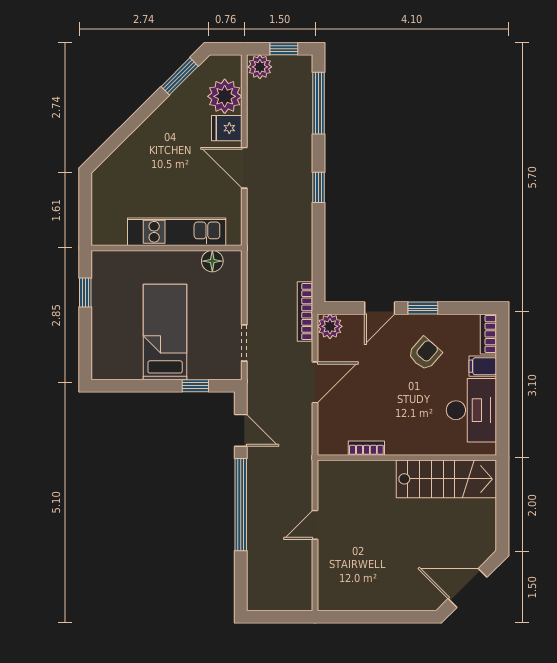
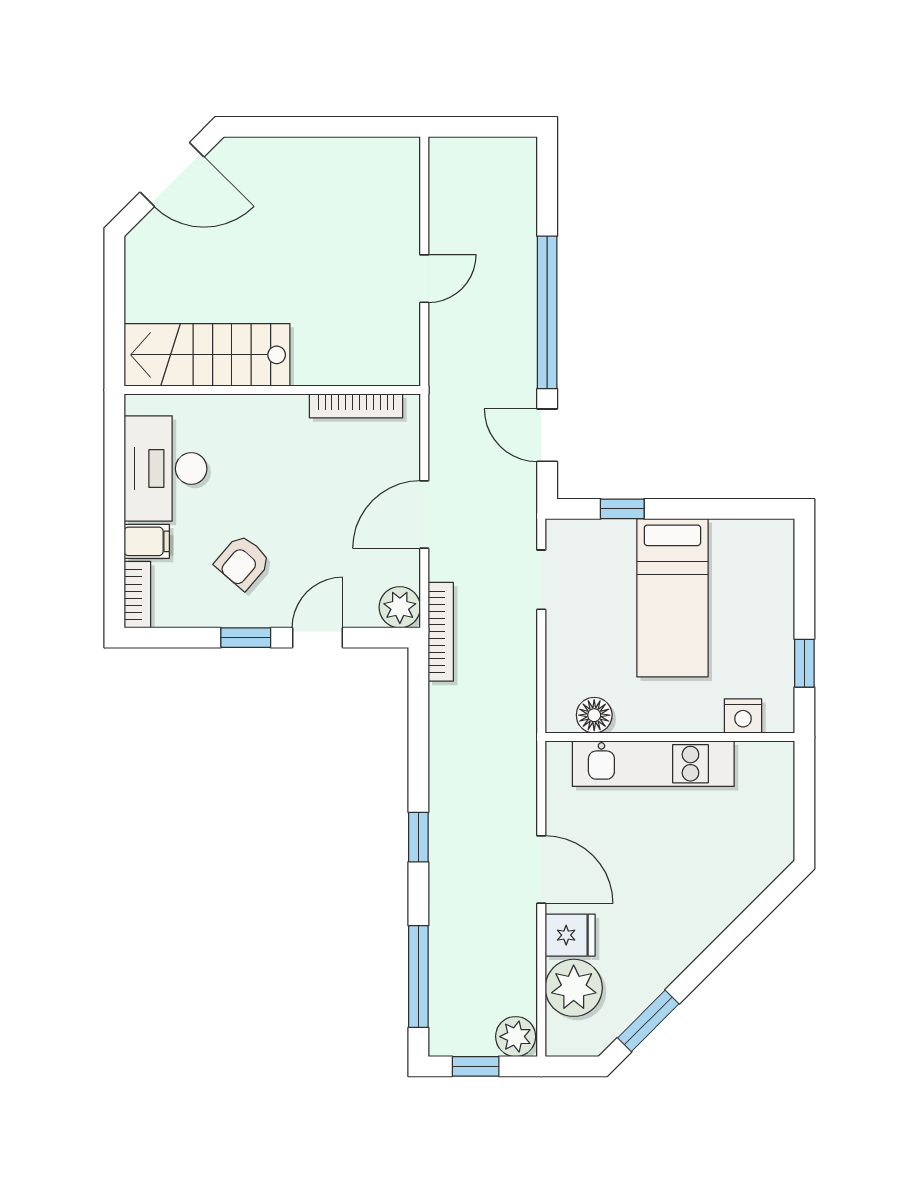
nightstand: (122, 261) -> (743, 716), added
bookcase: (366, 448) -> (356, 406), width x1.56

